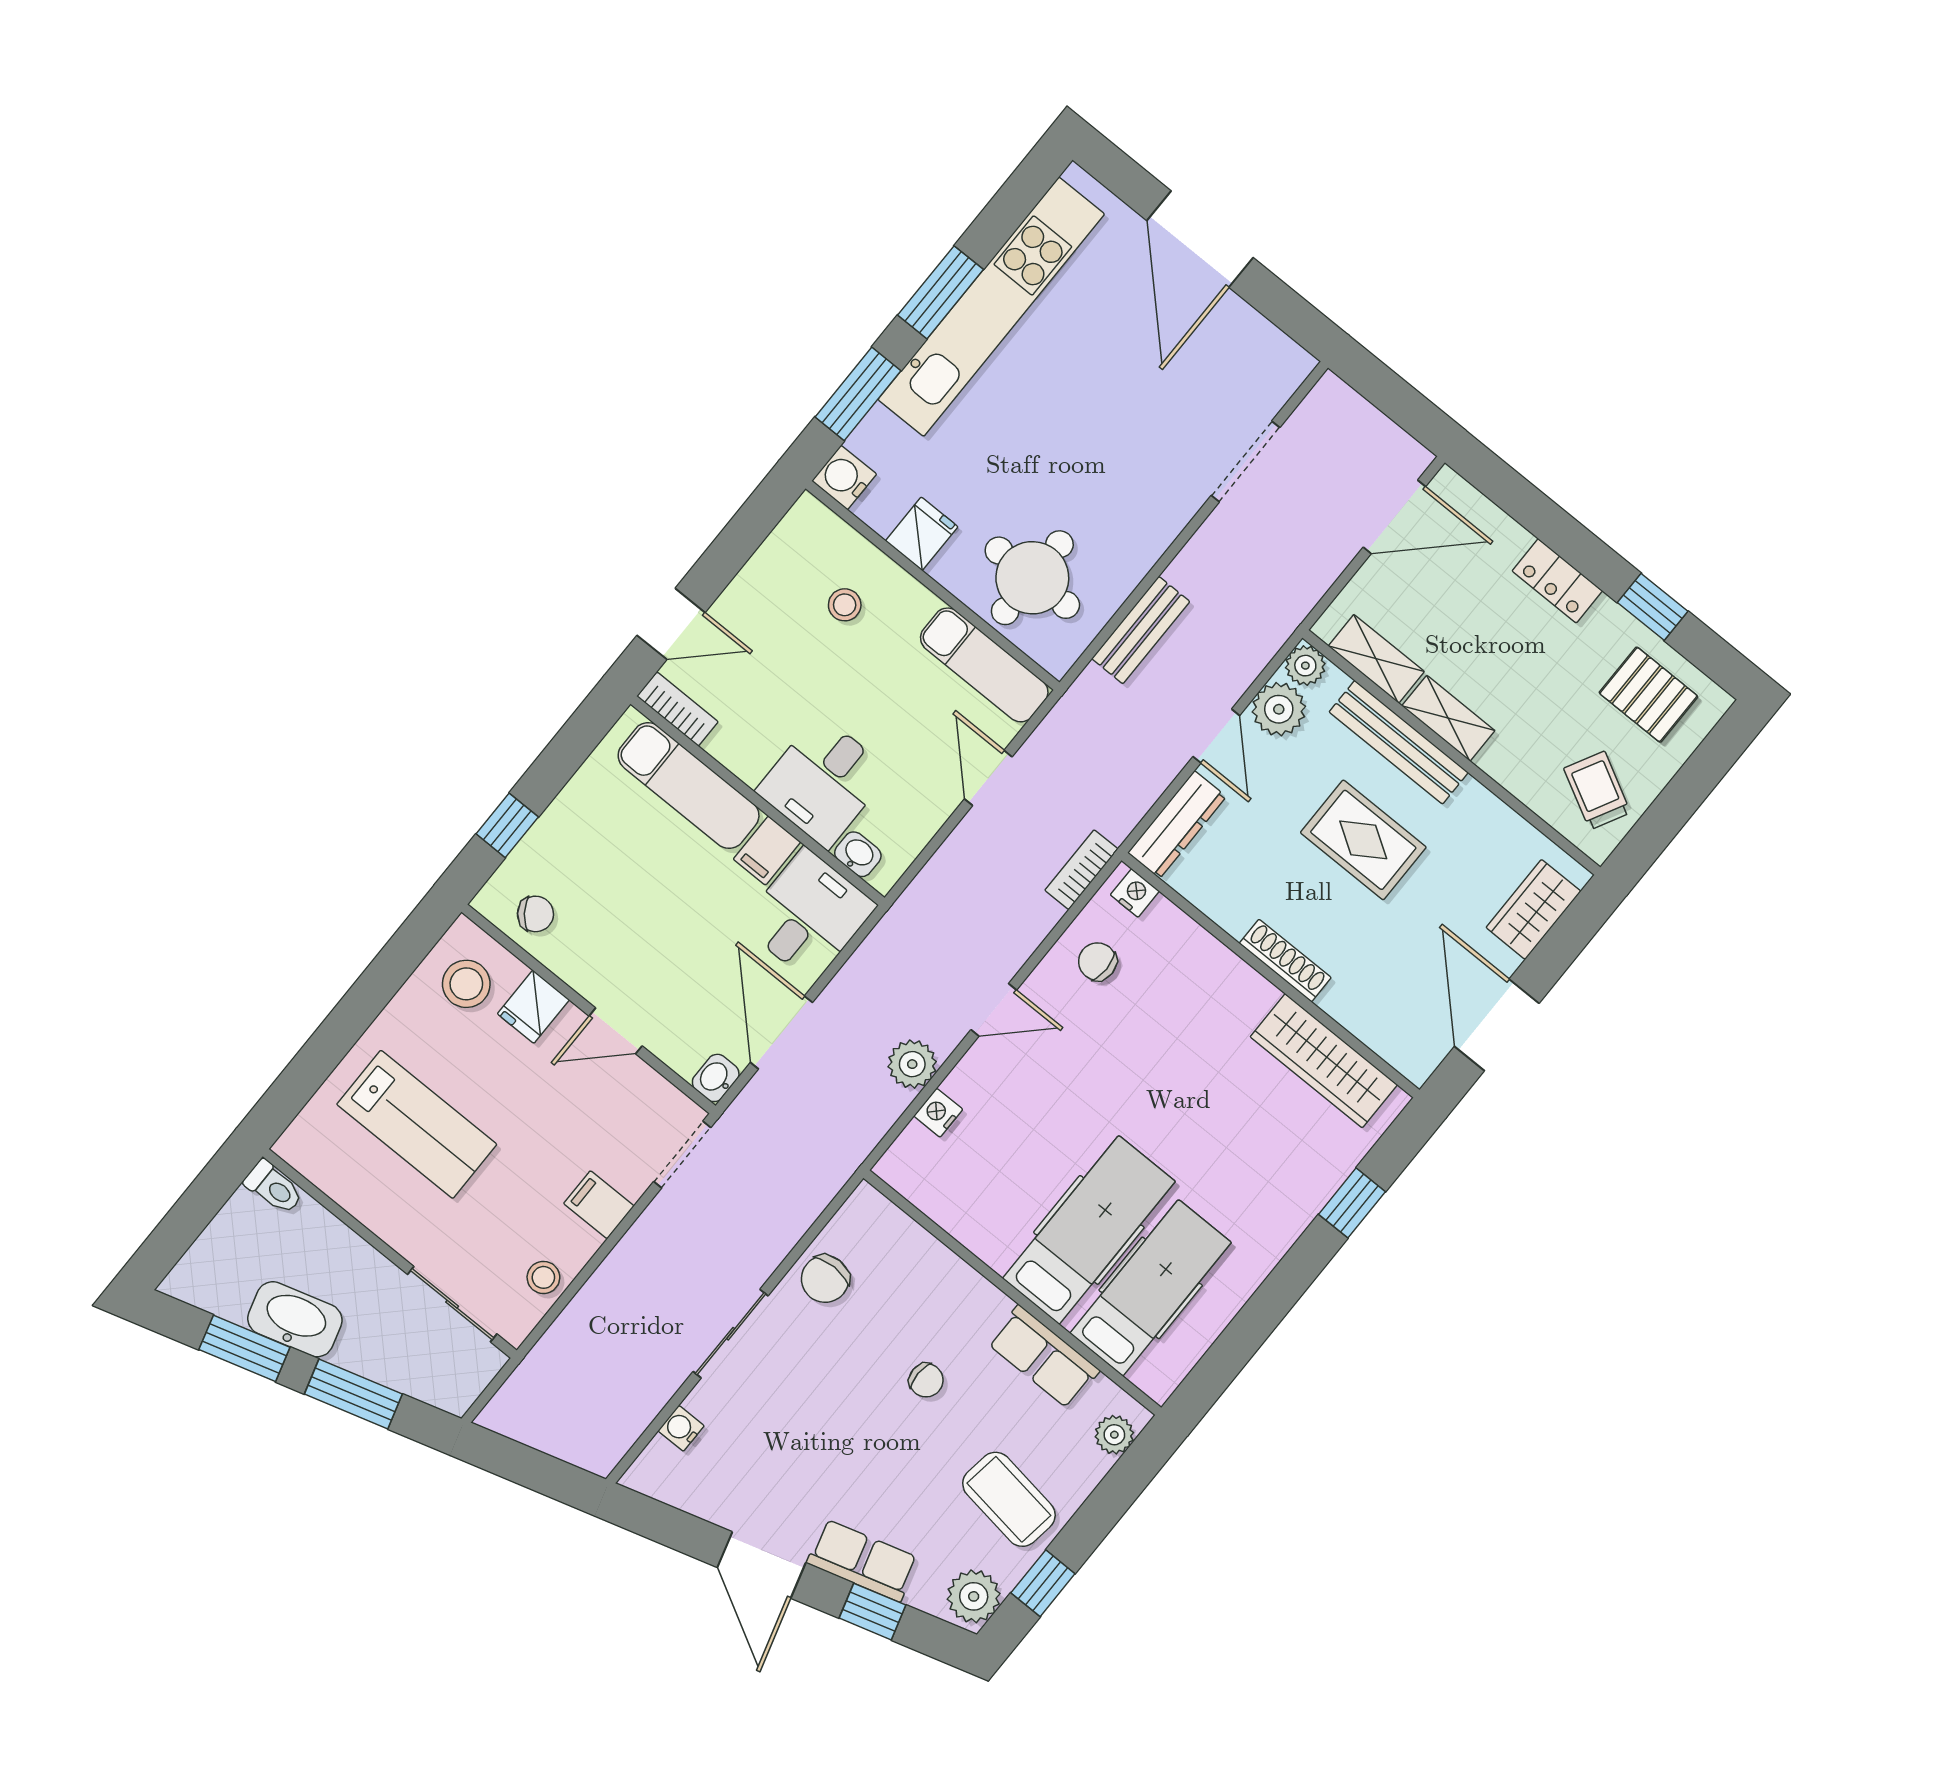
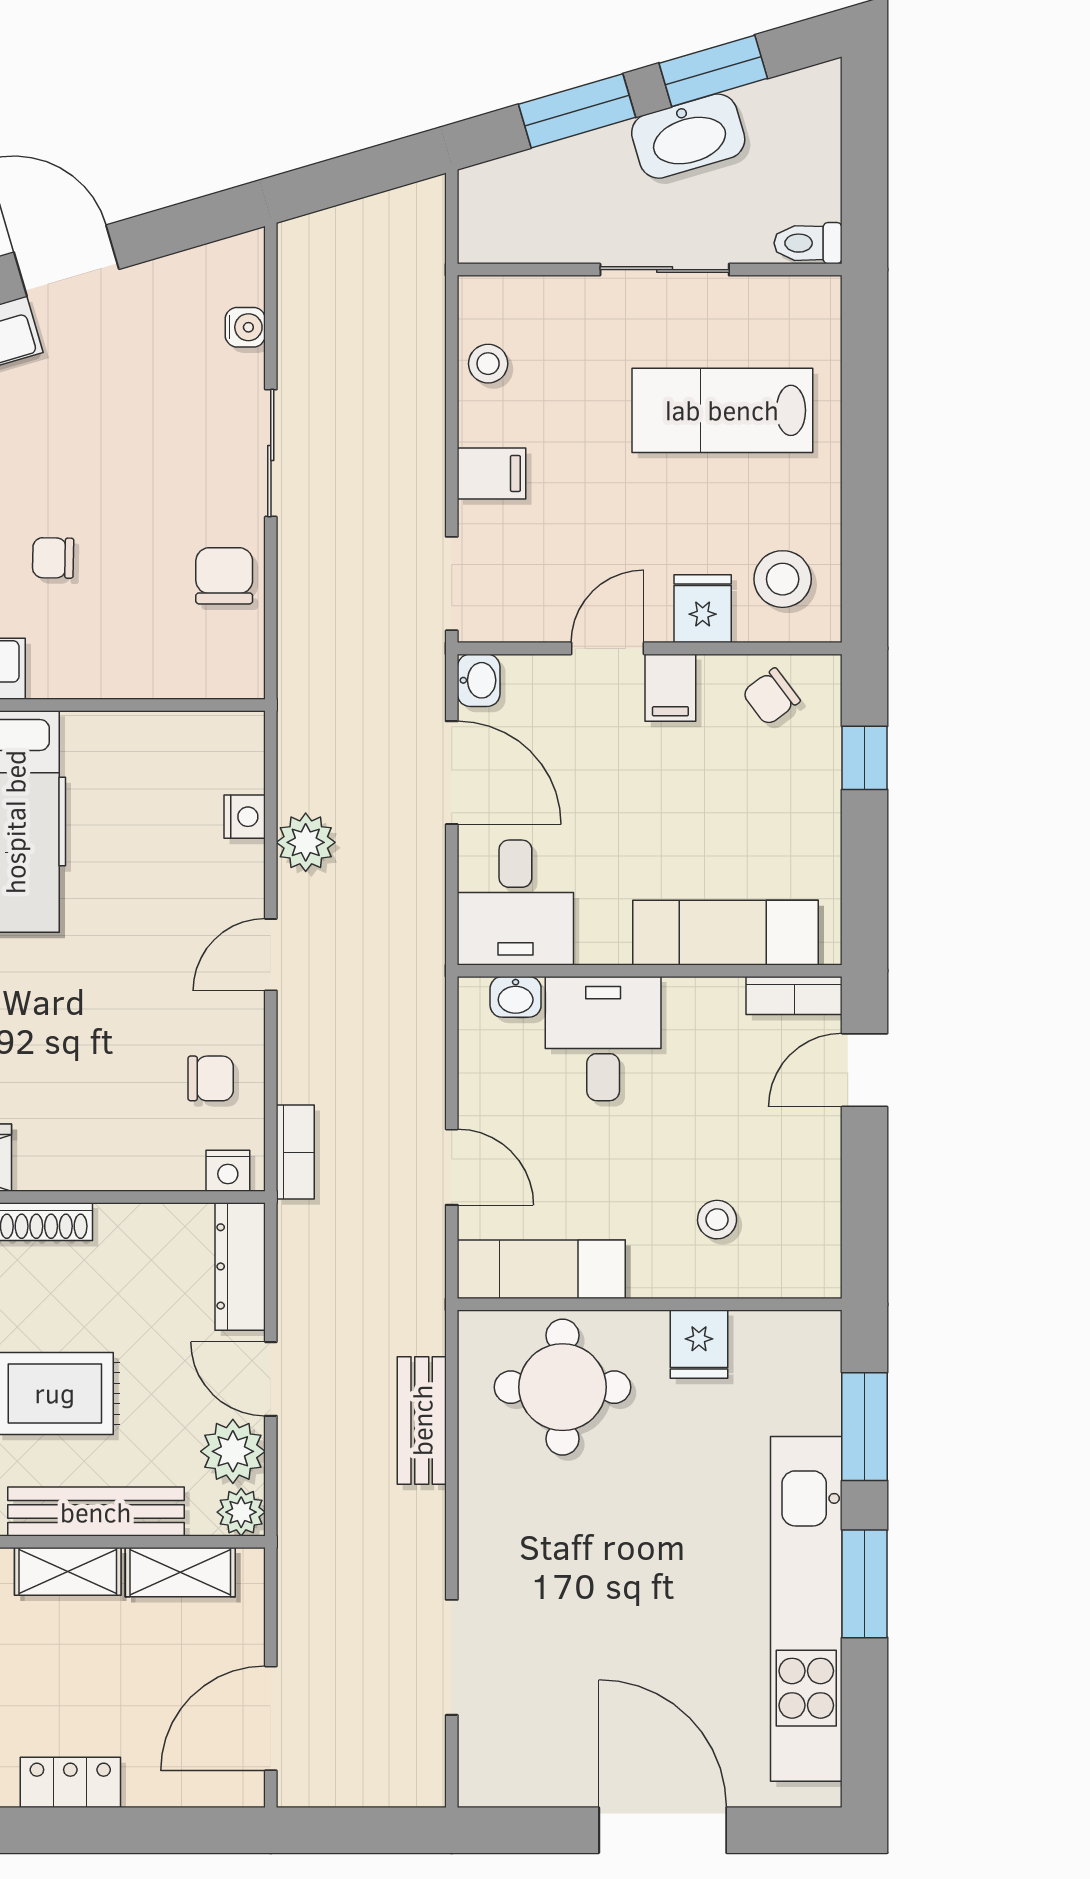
water cooler: (844, 478) -> (814, 1338), removed
filing cabinet: (767, 851) -> (670, 688), moved, turned 180
sliding door: (452, 1304) -> (665, 270), moved

